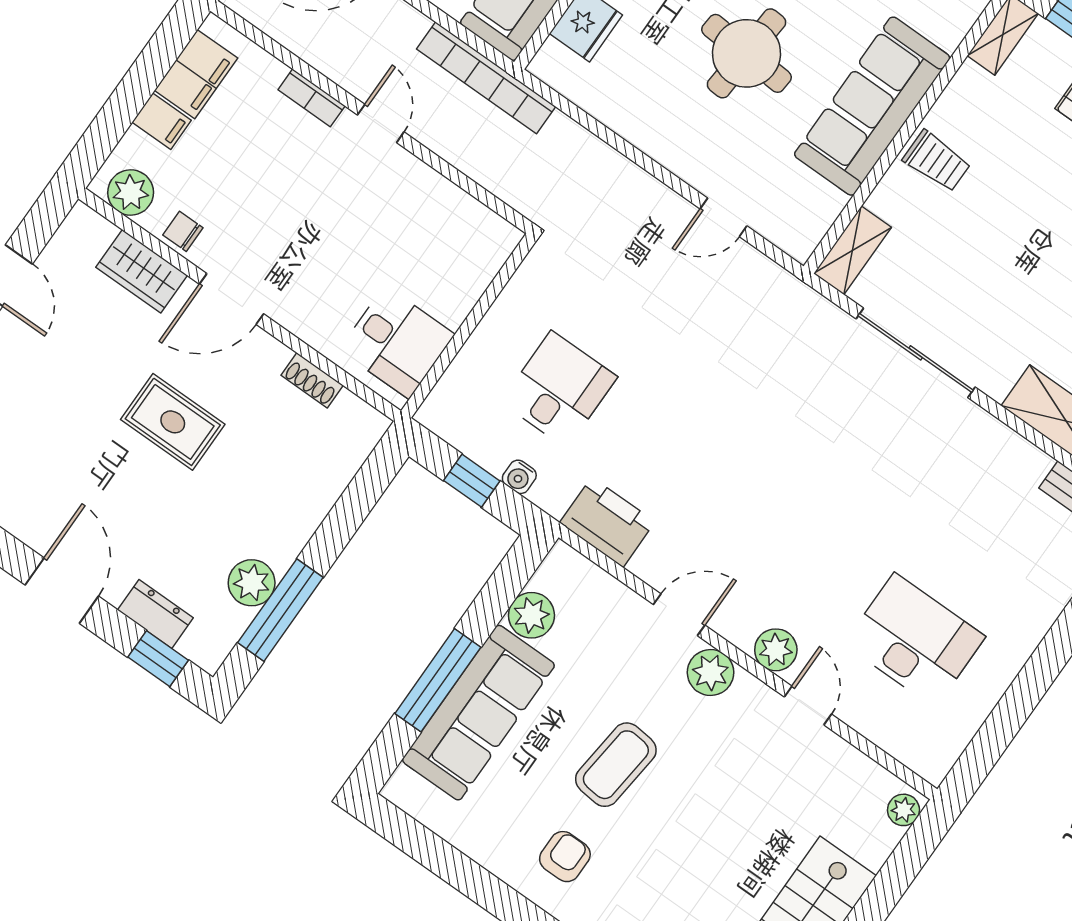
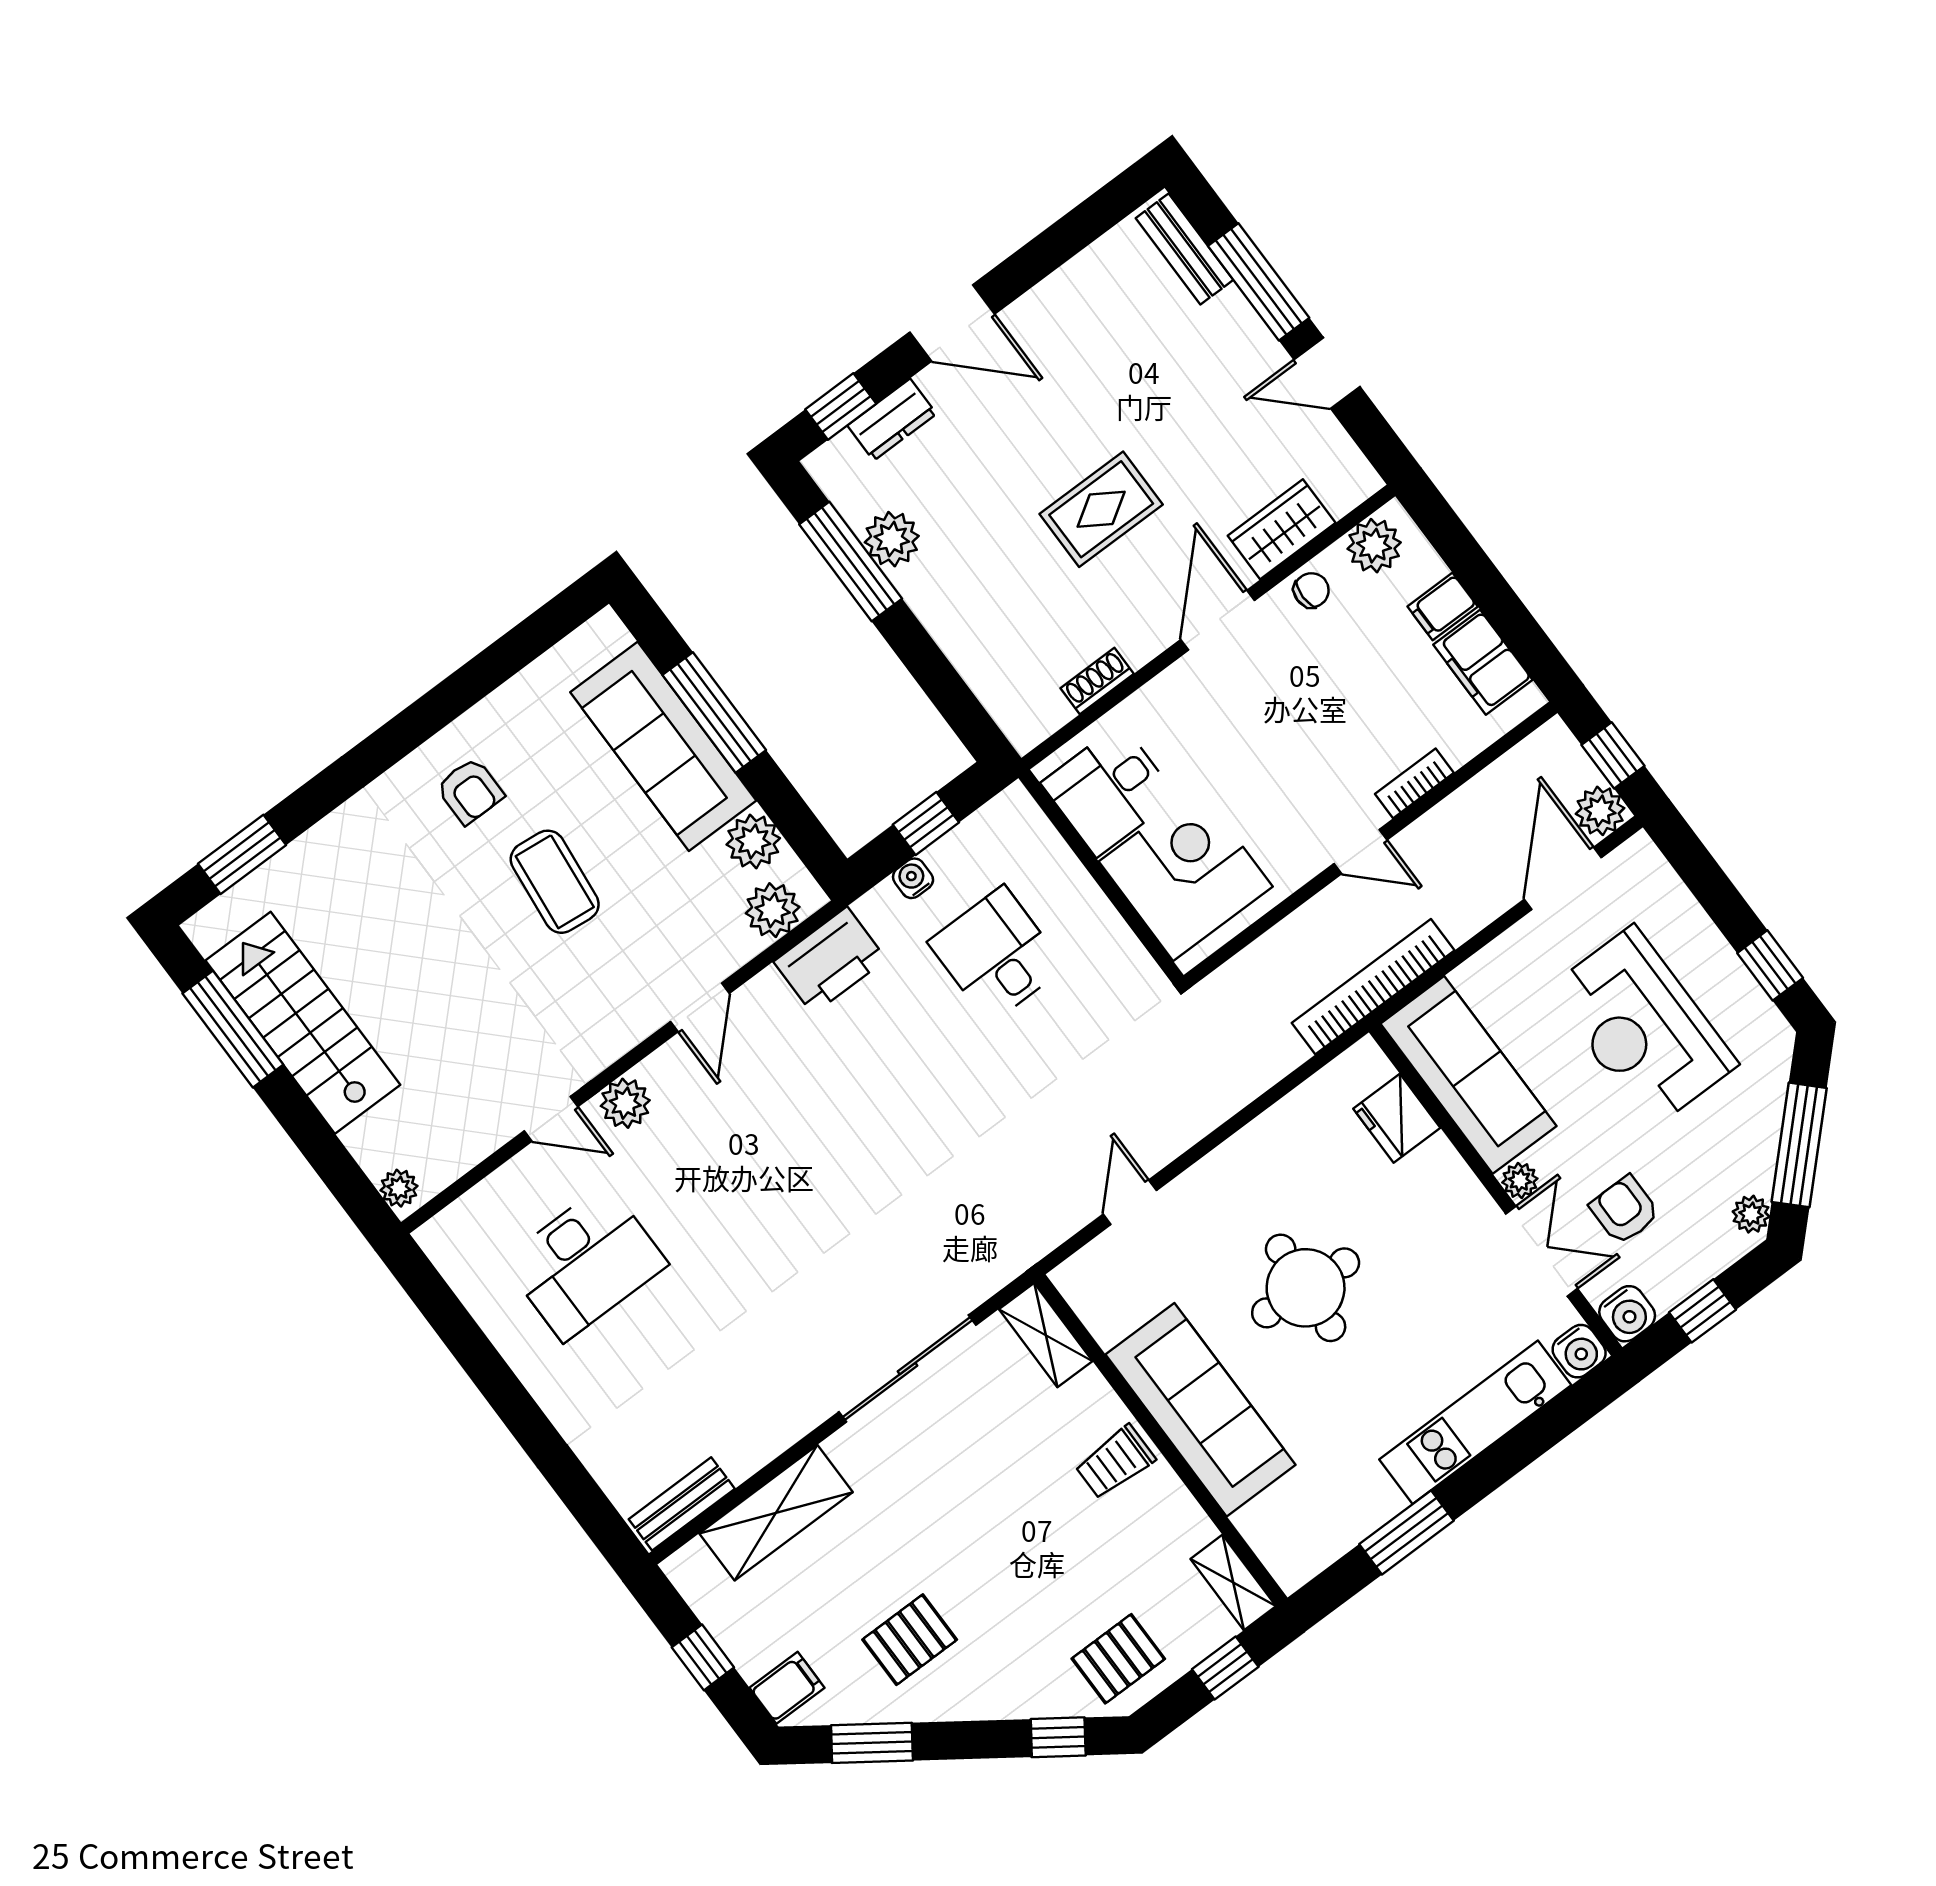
corner desk: (444, 258) -> (1186, 874), added
desk: (559, 390) -> (997, 955), turned 180
plant: (711, 672) -> (773, 910), moved

